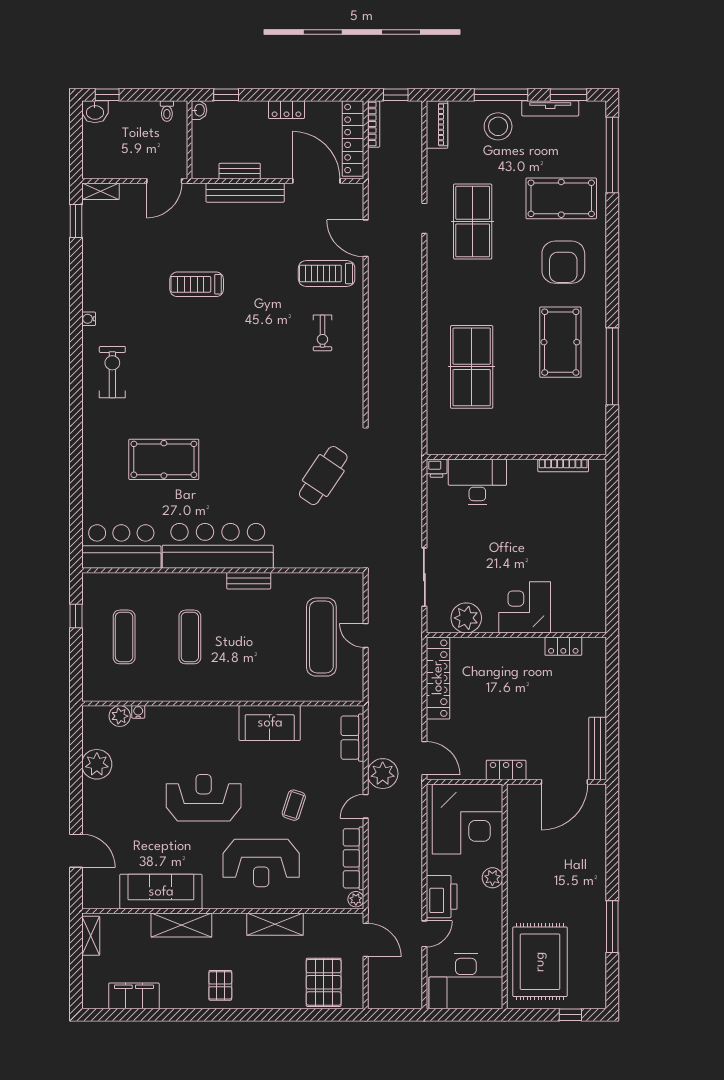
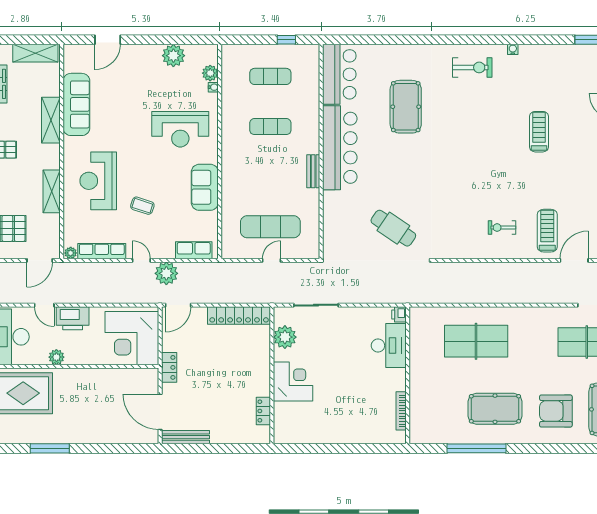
reception desk: (204, 798) -> (180, 129), moved, turned 90
plant: (492, 878) -> (56, 357), moved
shelving: (91, 936) -> (35, 53), width x1.50, depth x1.33

